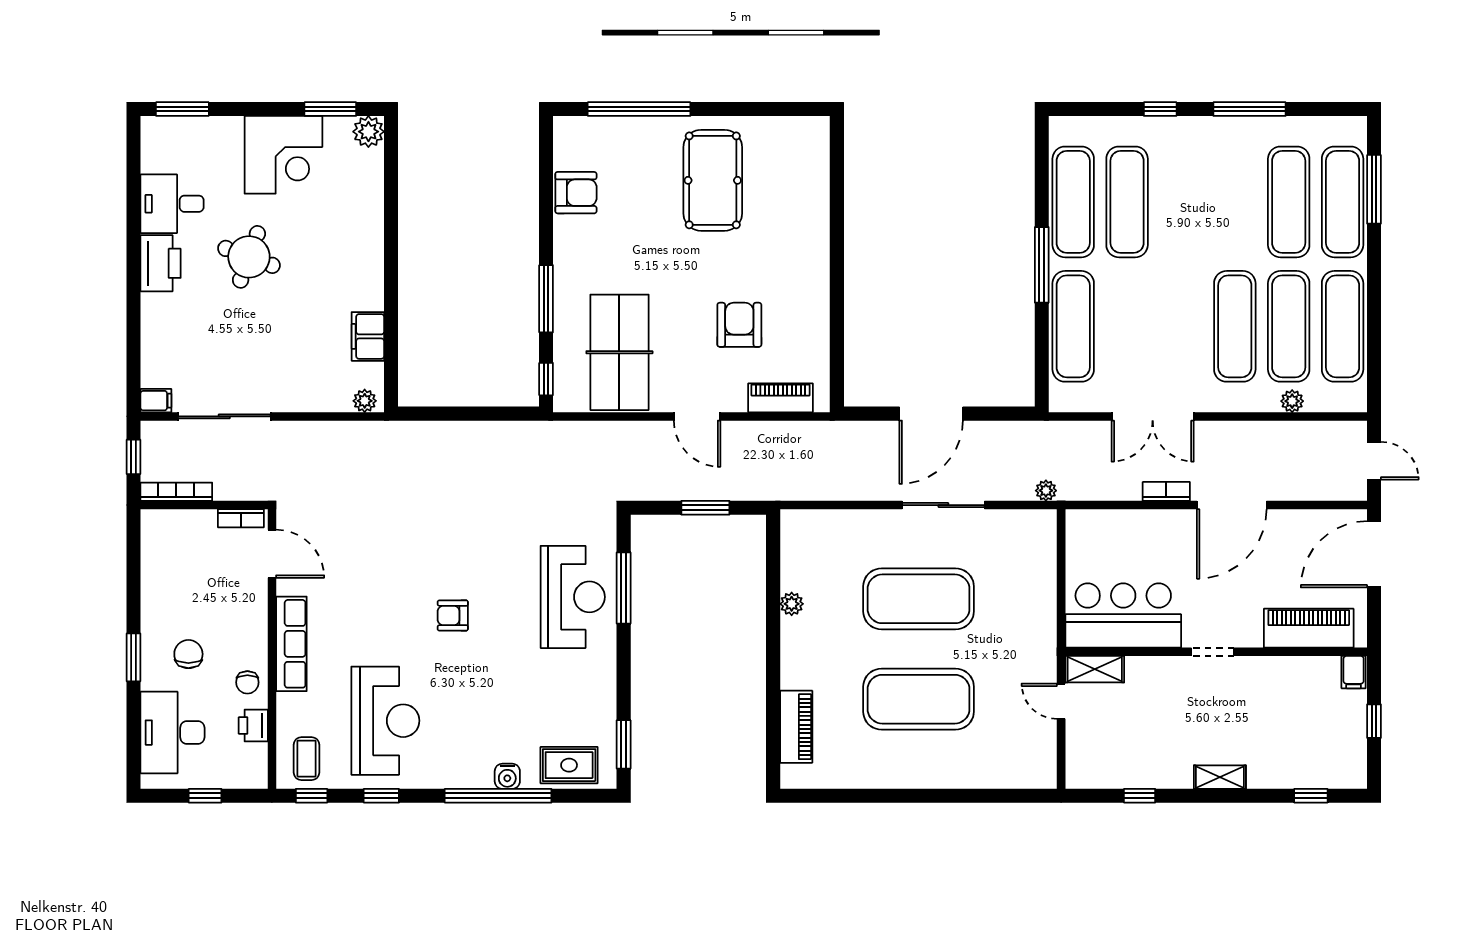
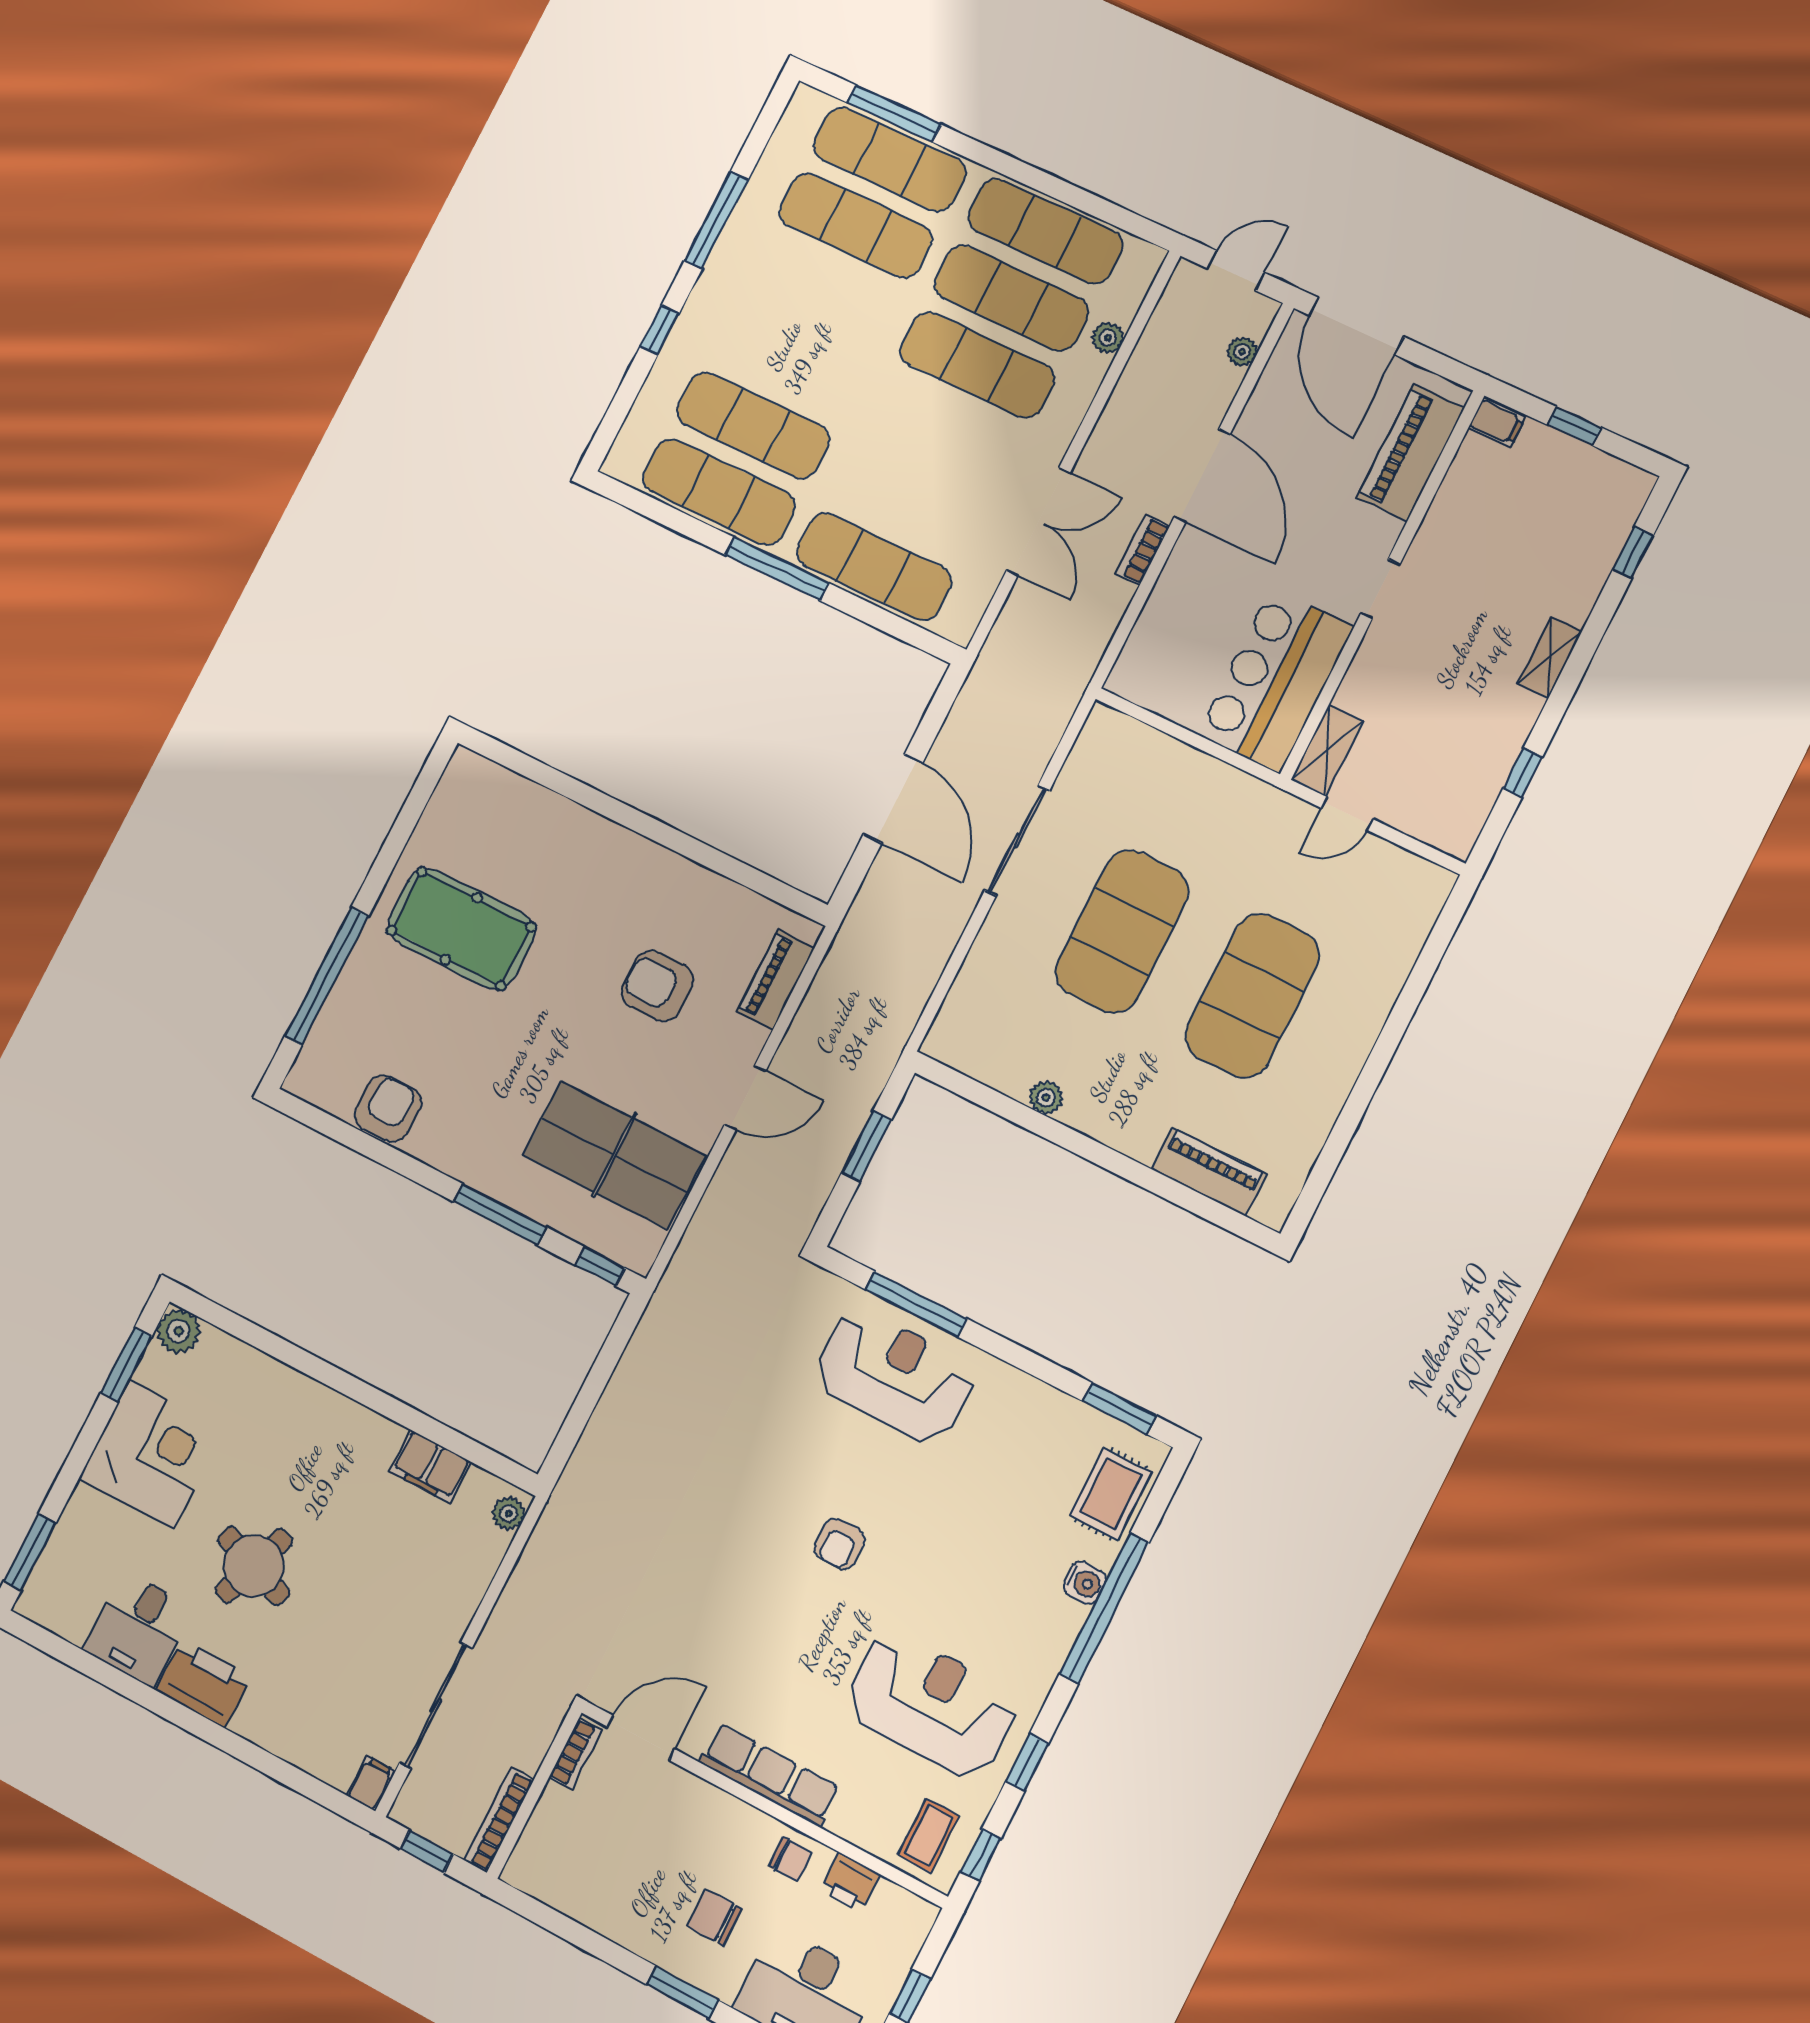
plant: (1046, 491) -> (1242, 352), moved
coffee table: (306, 759) -> (929, 1835), turned 90

